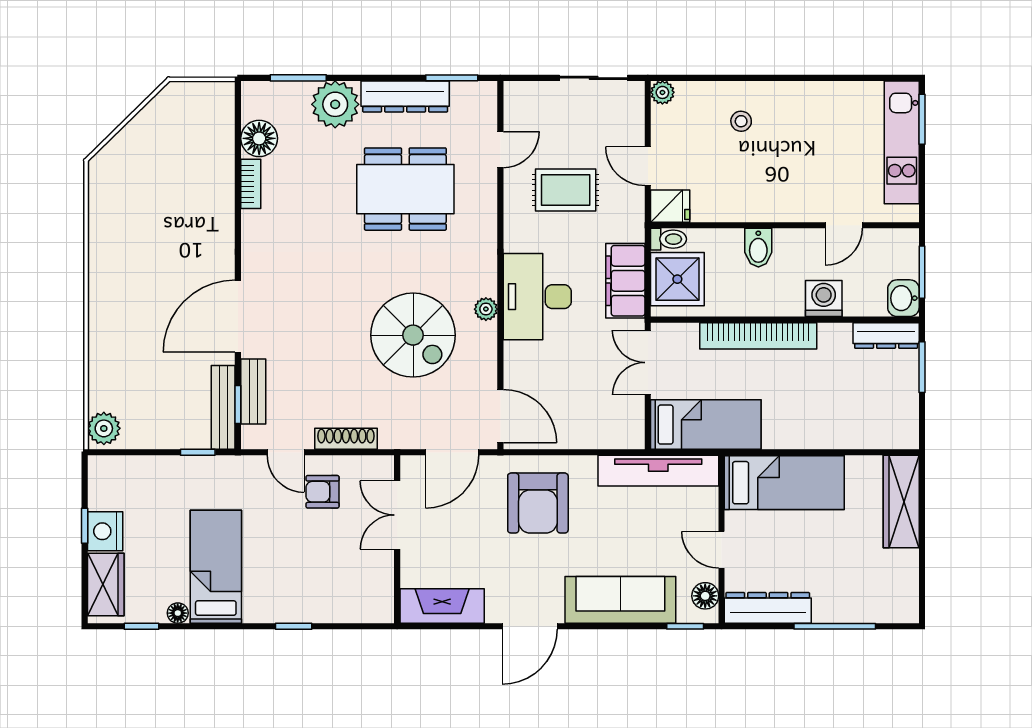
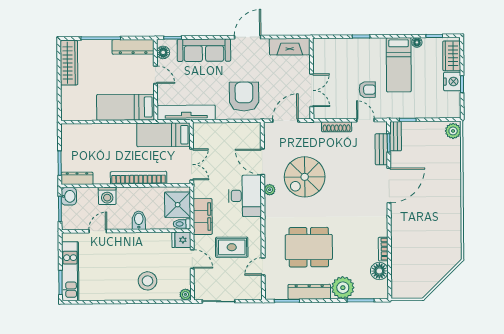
stool: (741, 121) -> (147, 281), width x1.89, depth x1.89
filing cabinet: (625, 281) -> (203, 217), moved
spiral stairs: (413, 335) -> (305, 177), turned -90
bench: (223, 407) -> (396, 136), width x0.73
door: (500, 416) -> (262, 162), moved
armchair: (322, 492) -> (367, 90), moved
wardrobe: (901, 502) -> (69, 63), moved

